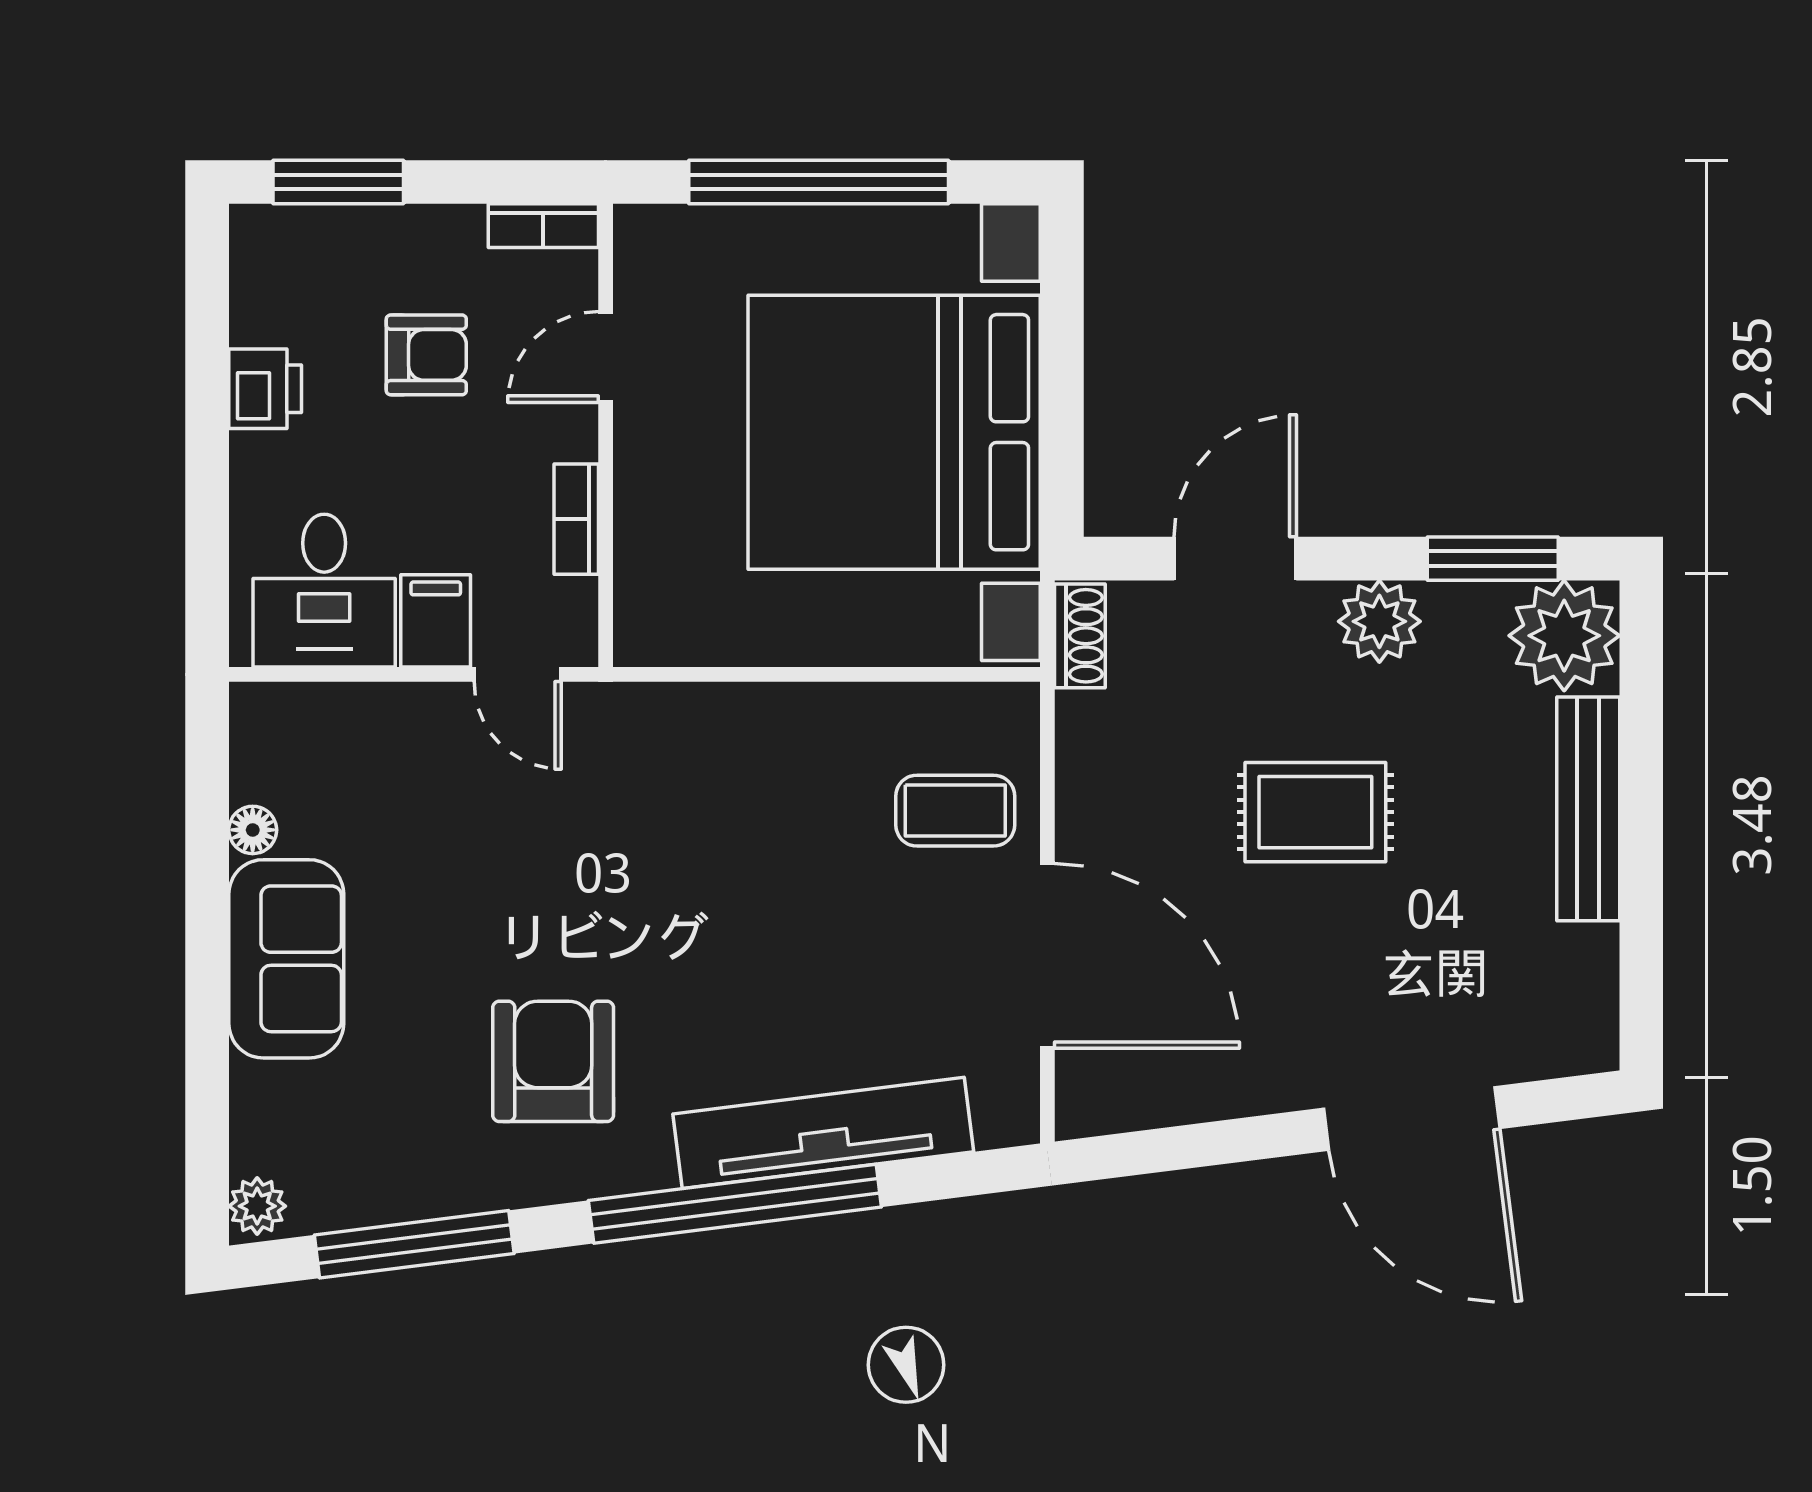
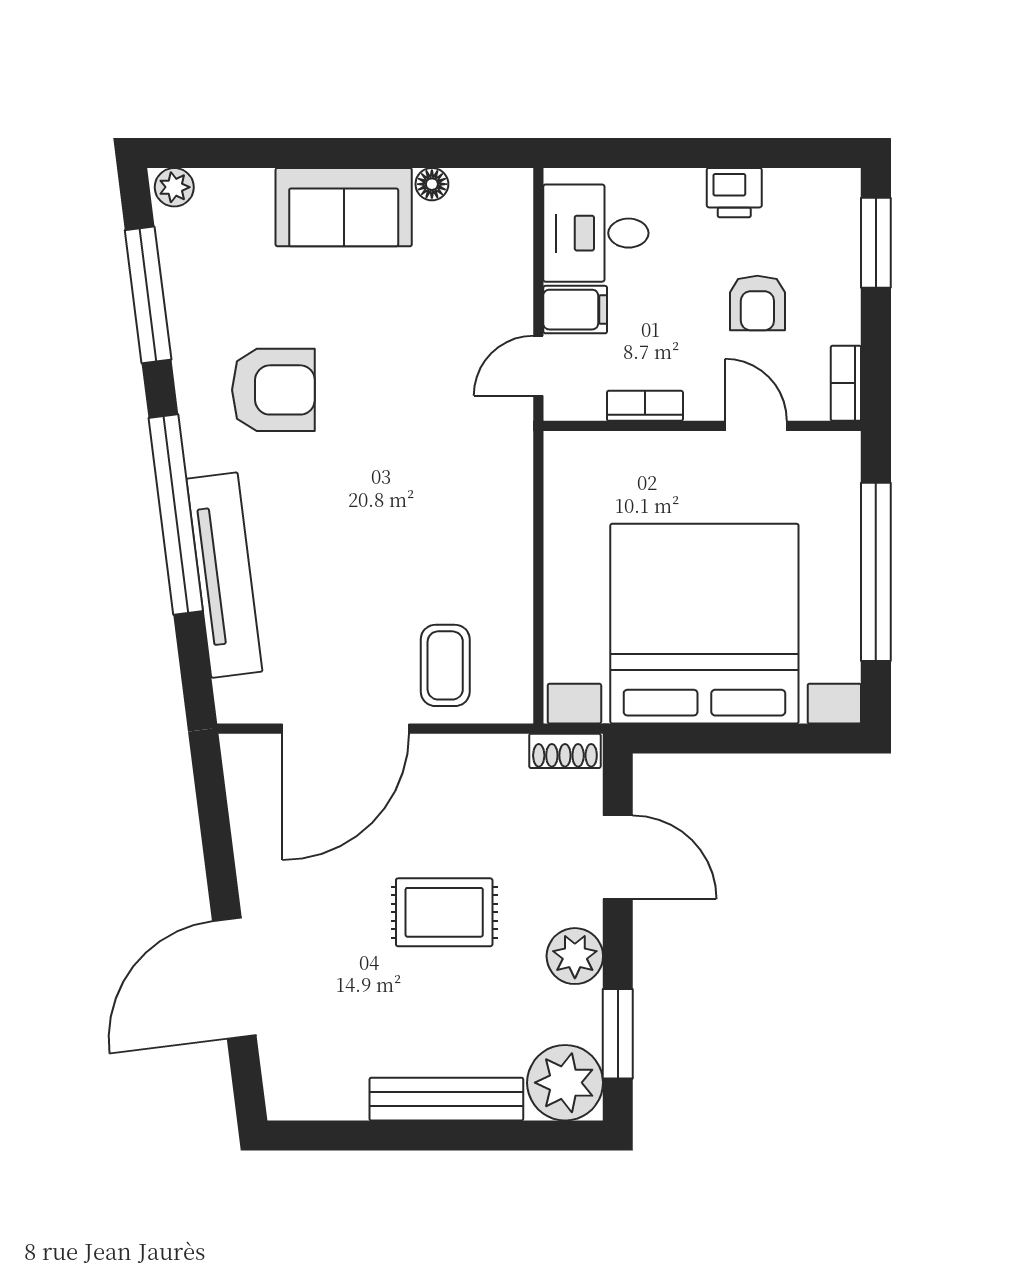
rug: (1315, 812) -> (444, 912), turned 90

